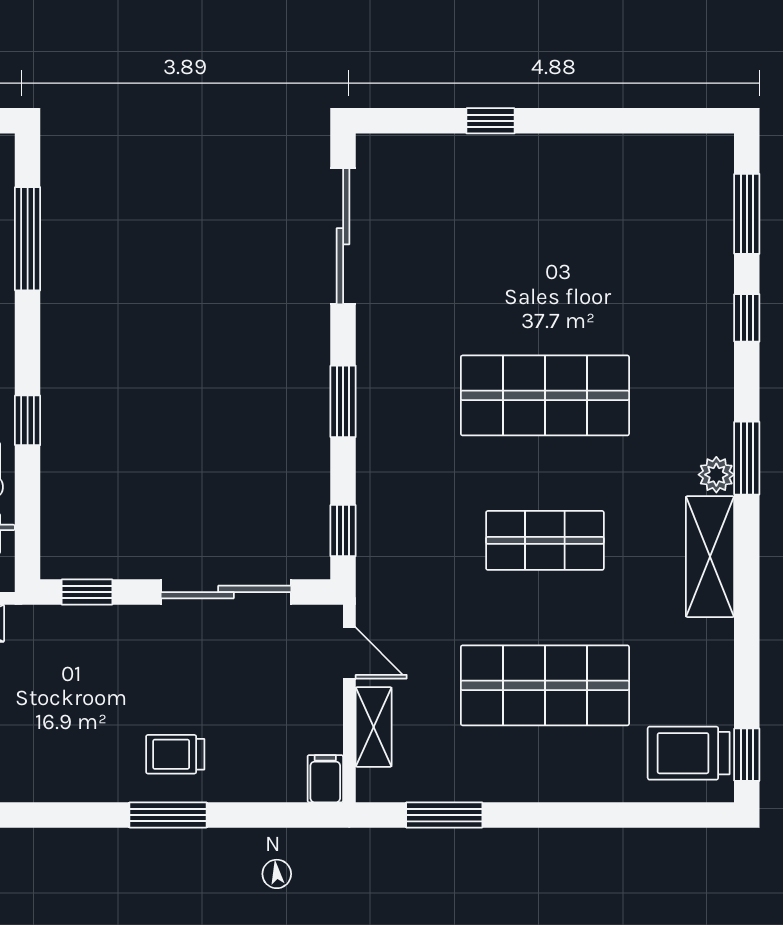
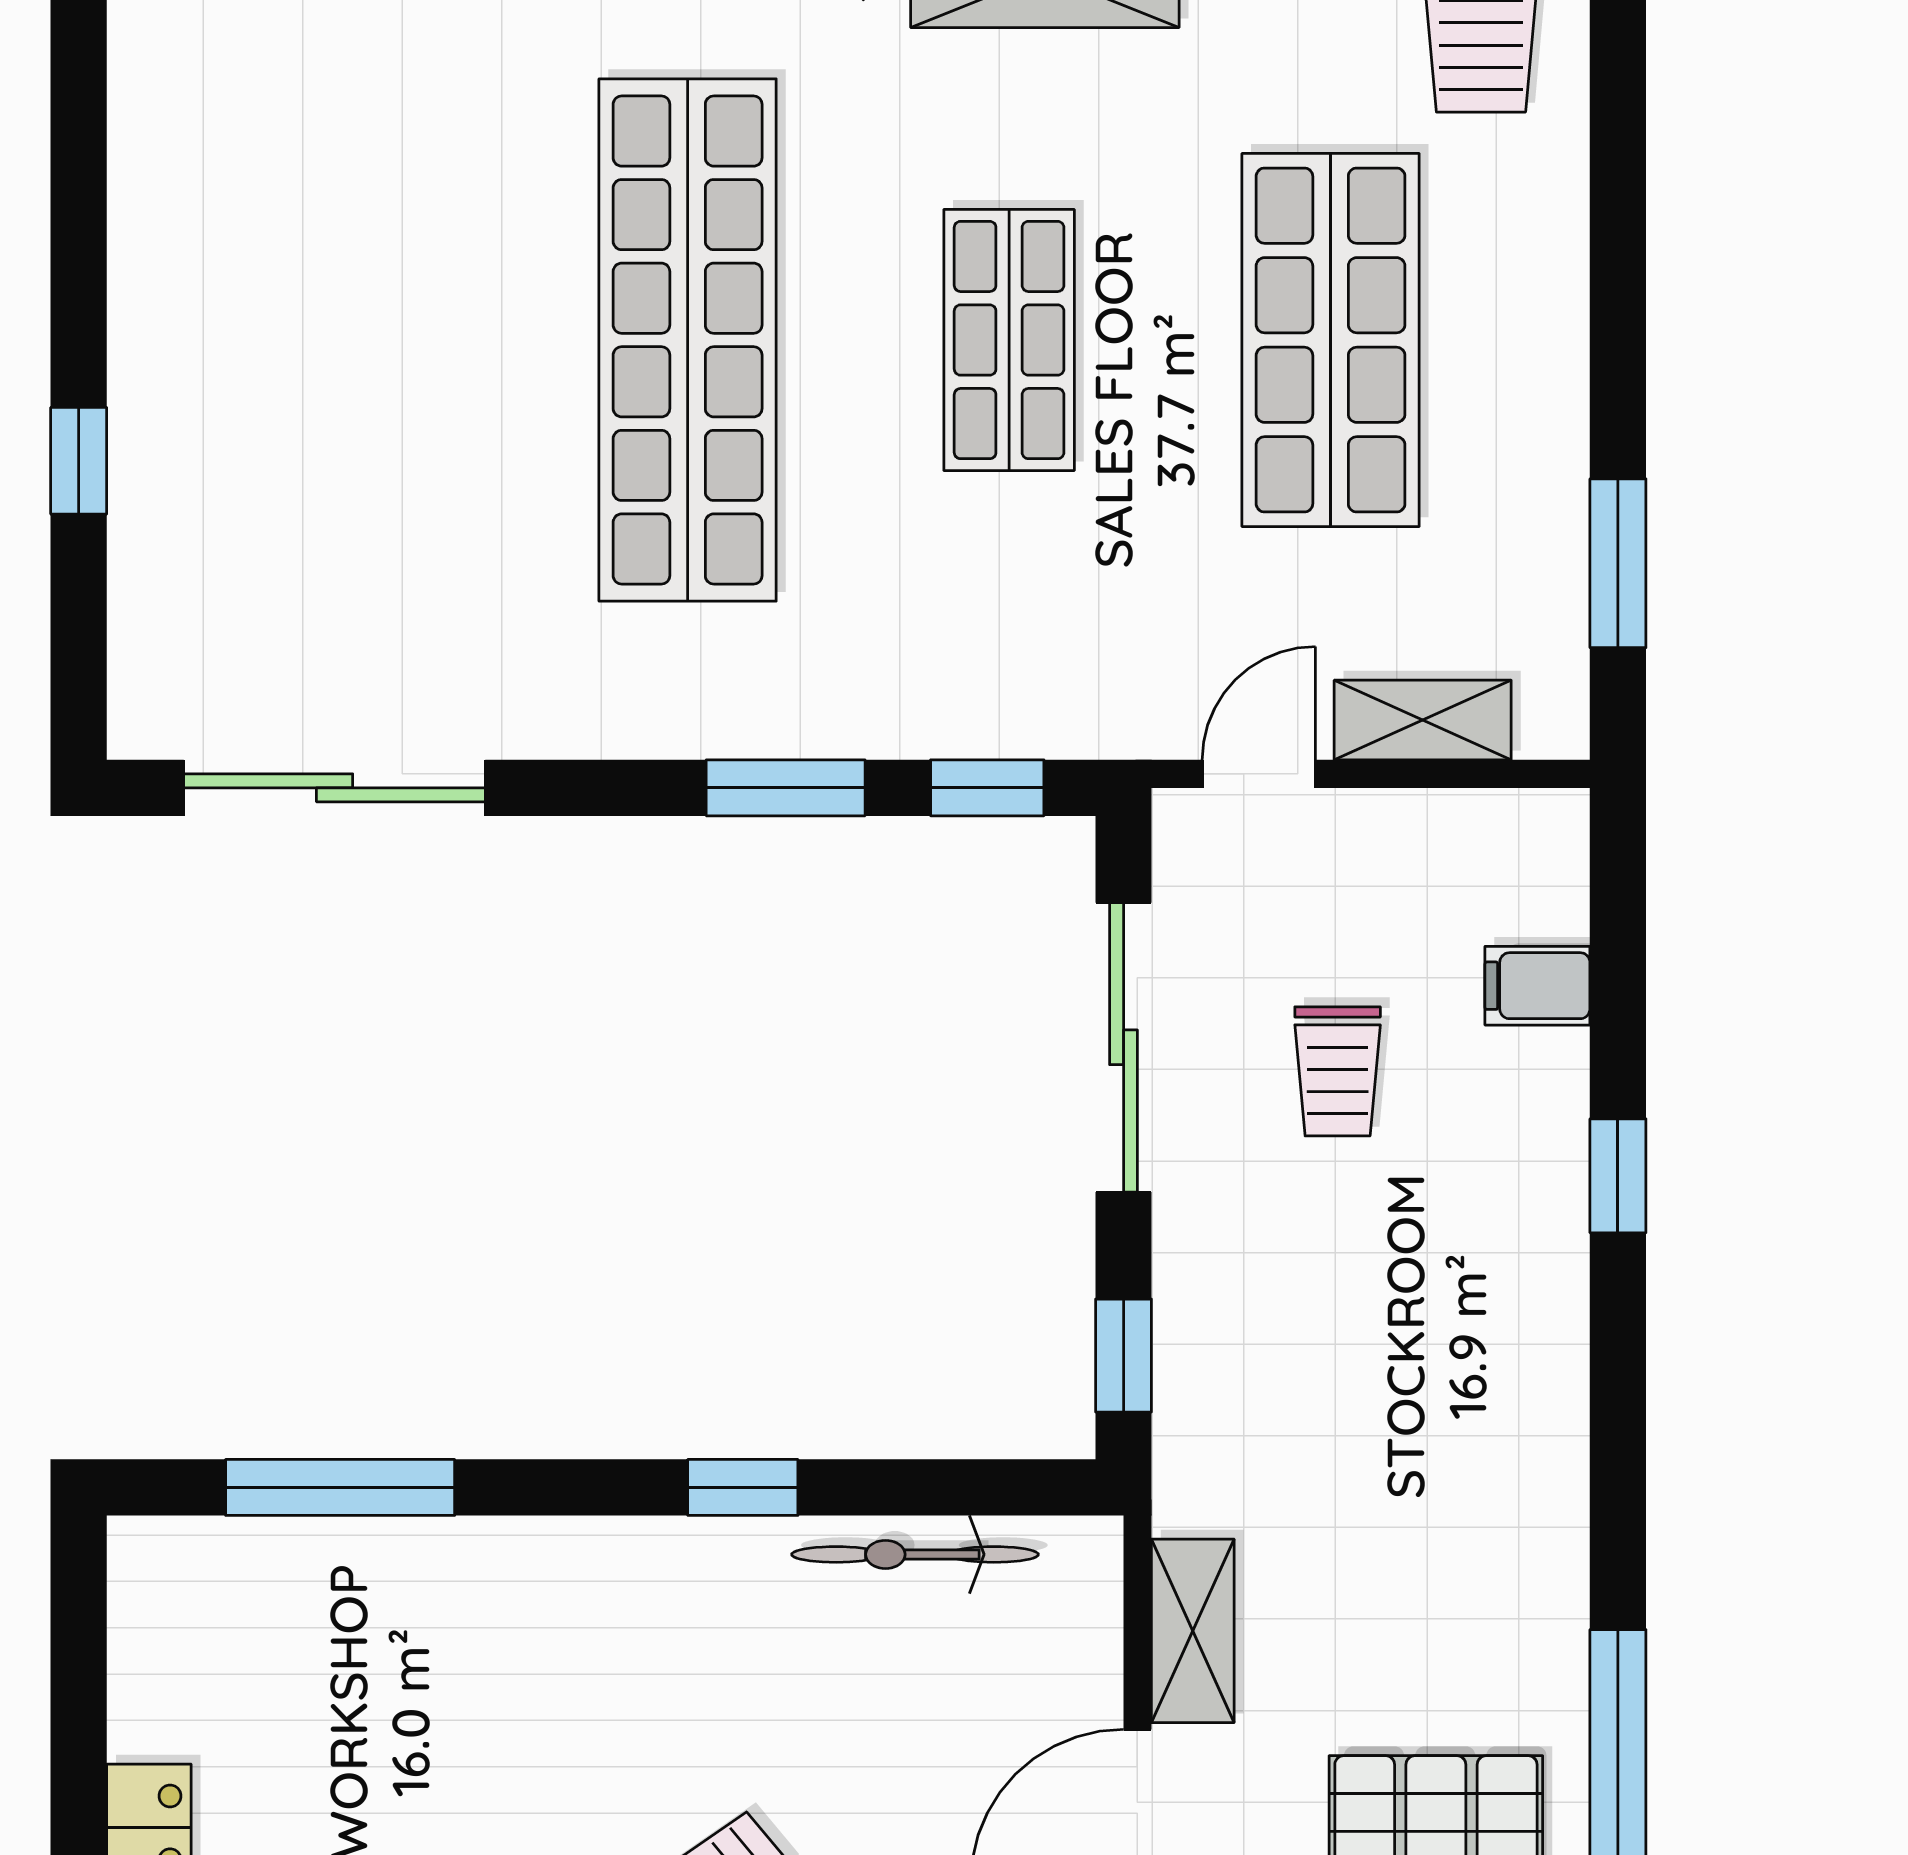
shop shelf: (545, 395) -> (688, 340), width x1.40
window: (343, 401) -> (786, 788), moved
trolley: (175, 754) -> (1338, 1071), moved
filing cabinet: (325, 779) -> (1537, 986), moved
window: (168, 815) -> (1618, 1176), width x0.67

